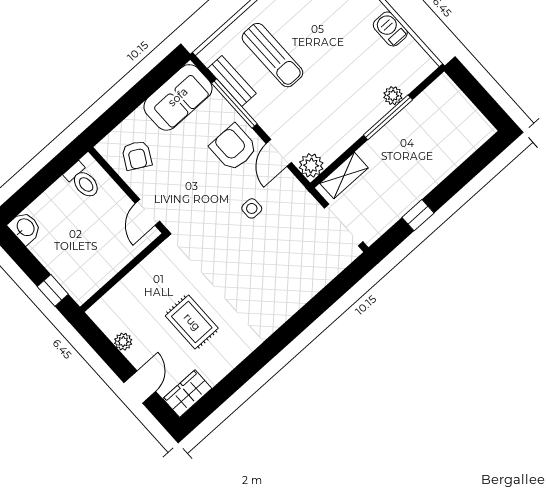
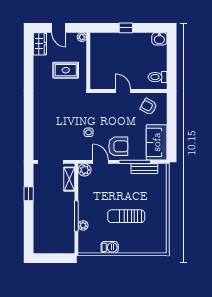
sun lounger: (272, 55) -> (126, 216), moved
wall: (123, 273) -> (88, 61), moved

